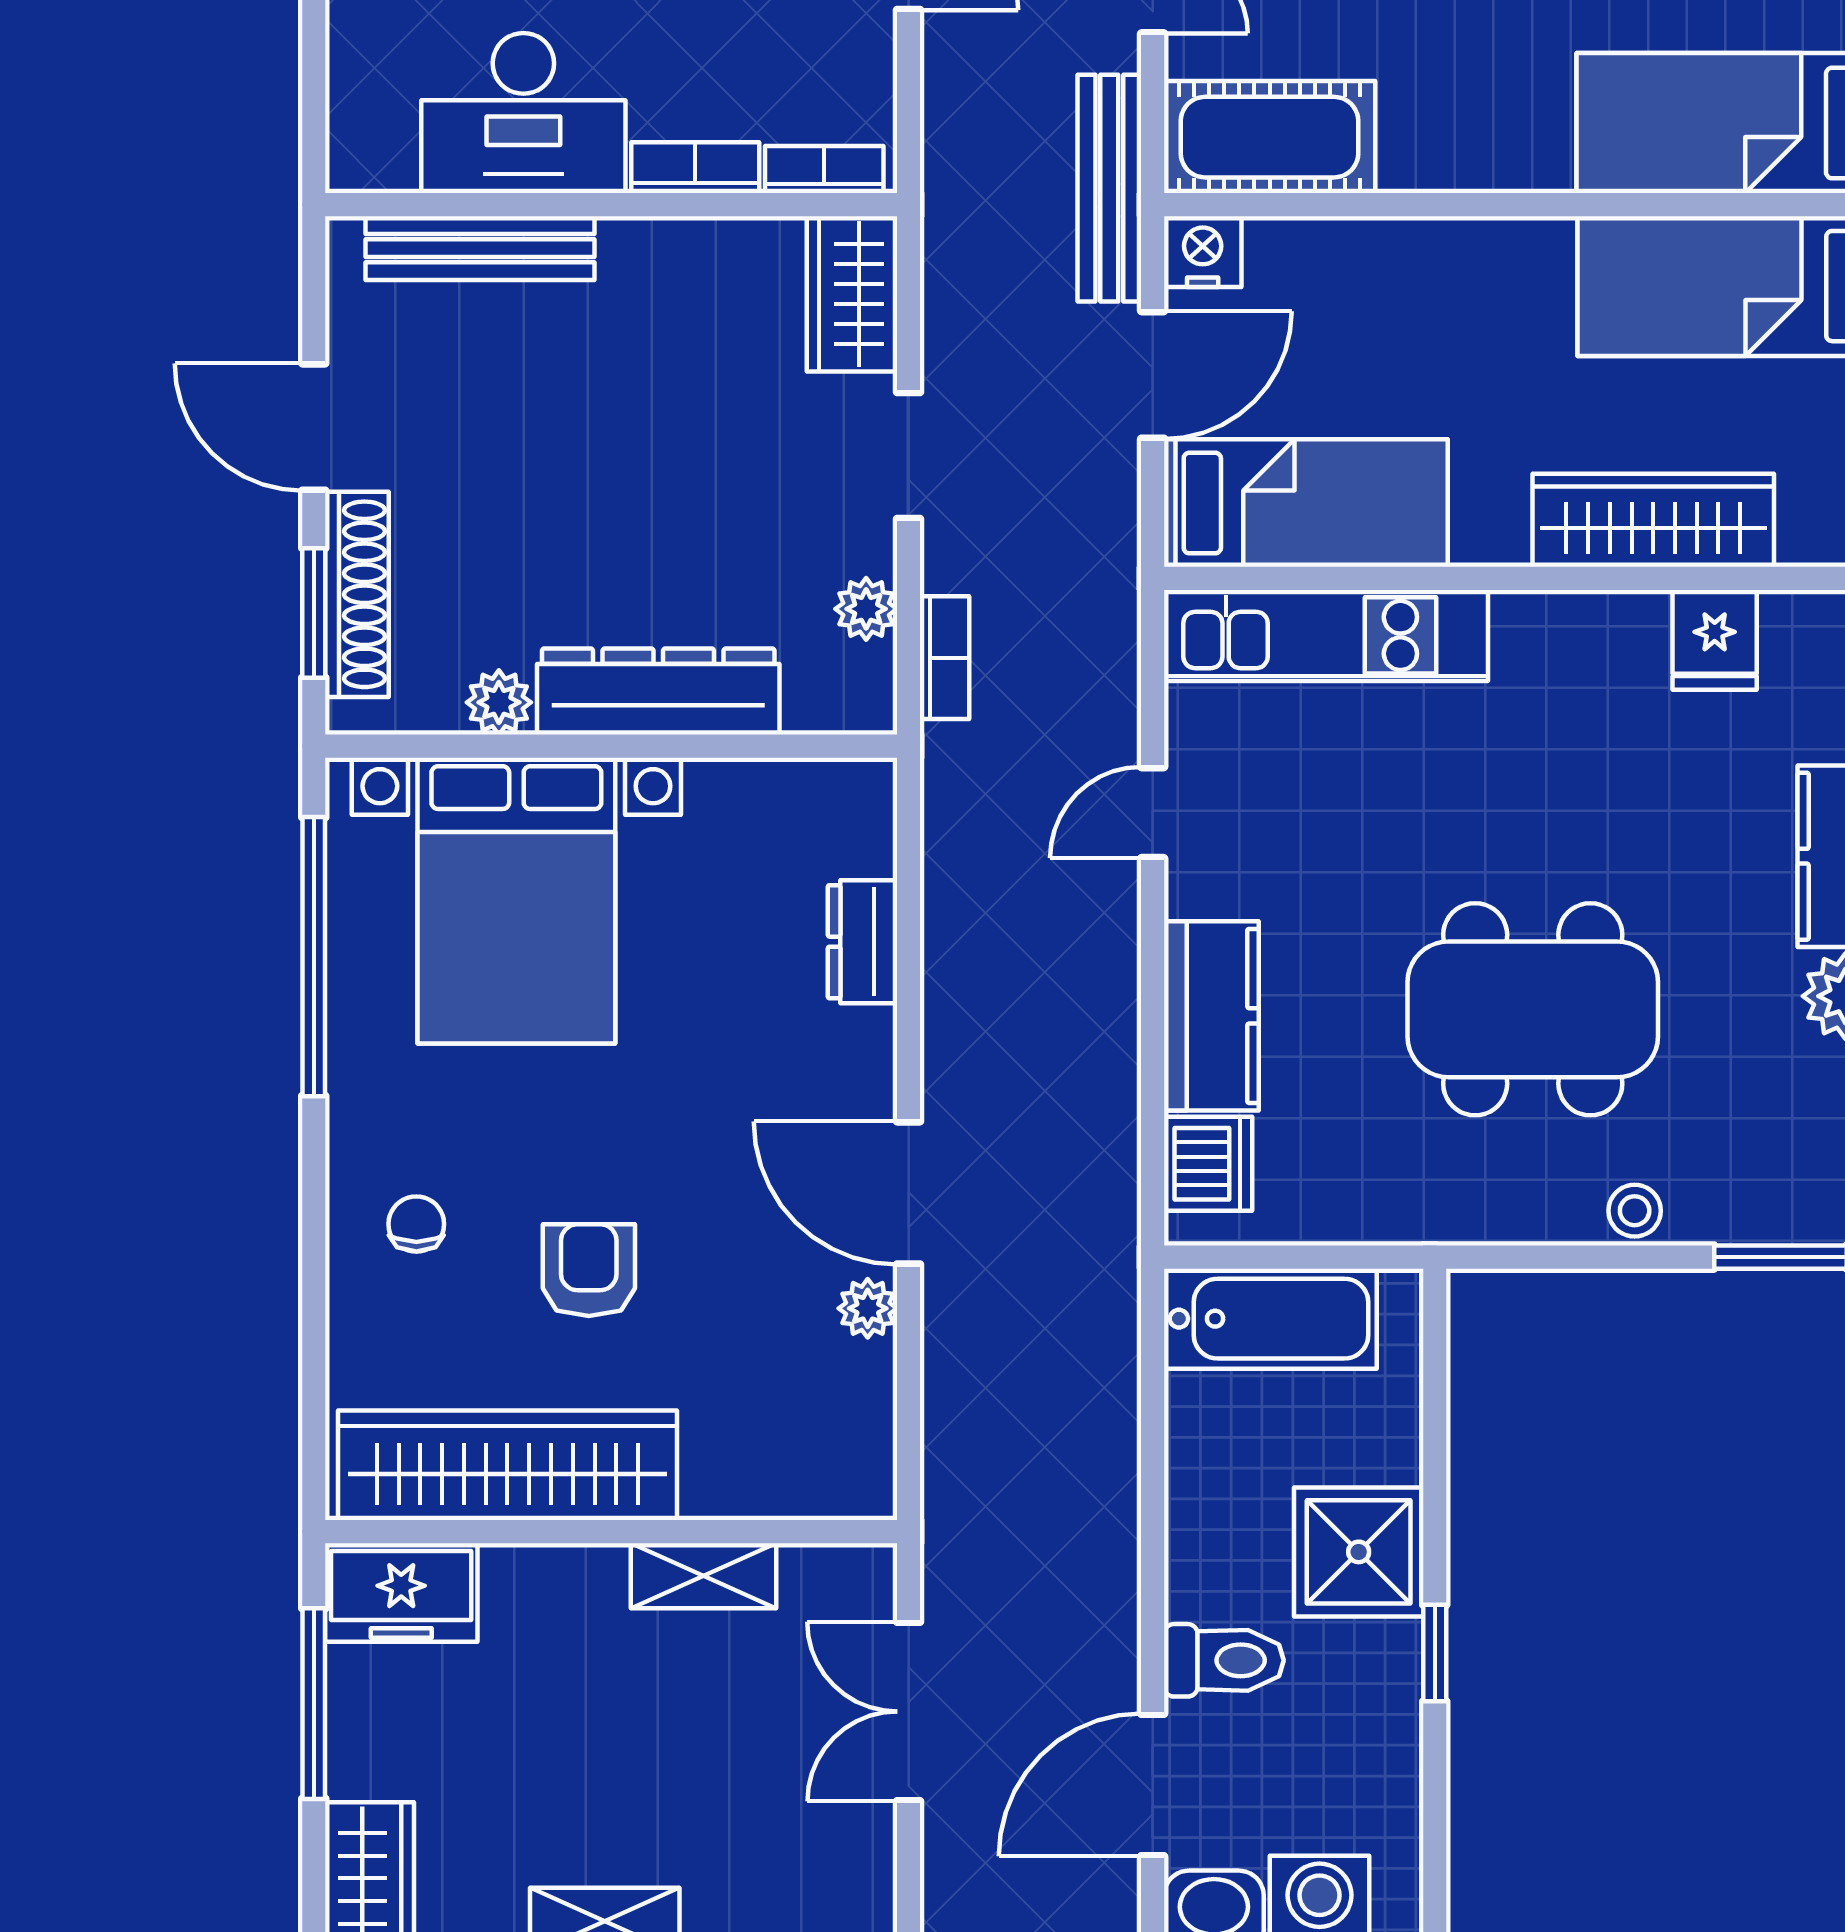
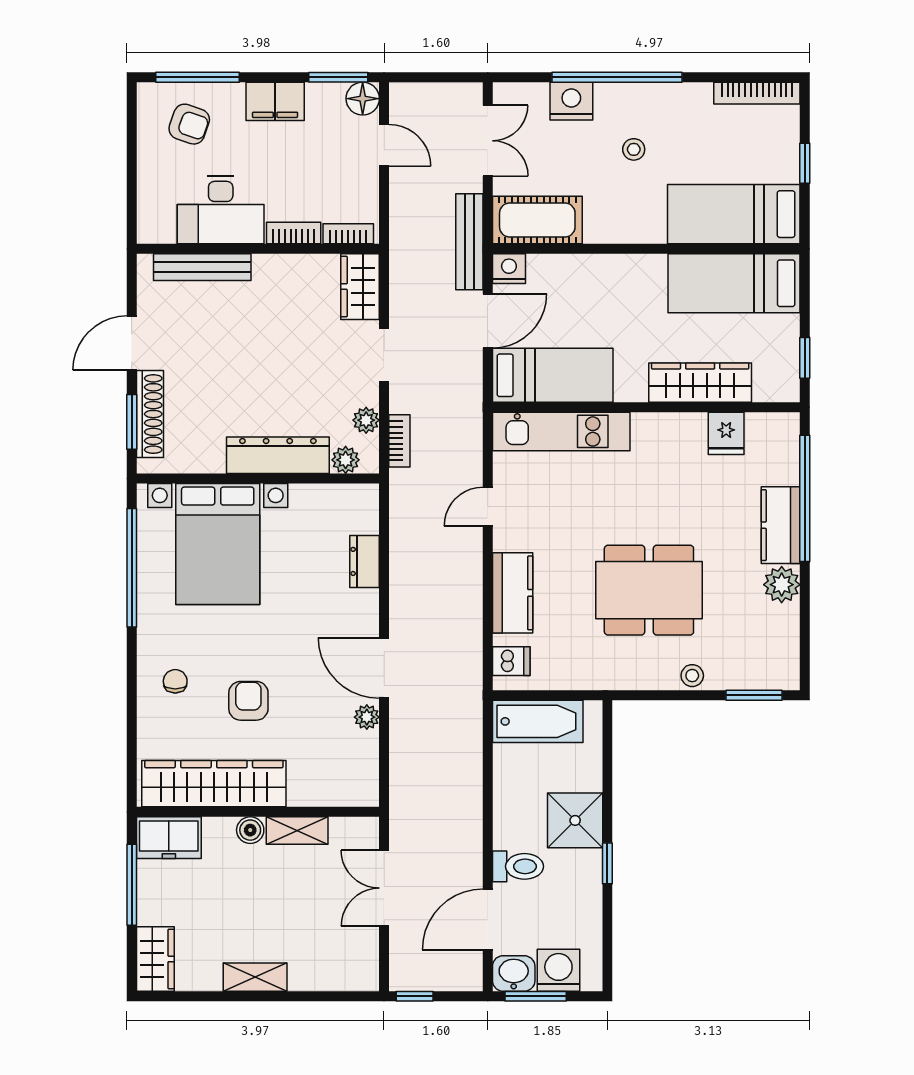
door: (314, 427) -> (132, 343), hinge flipped
plant: (499, 702) -> (346, 460), moved
dishwasher: (1208, 1164) -> (511, 661), width x0.73
boiler: (593, 1575) -> (250, 830), added

